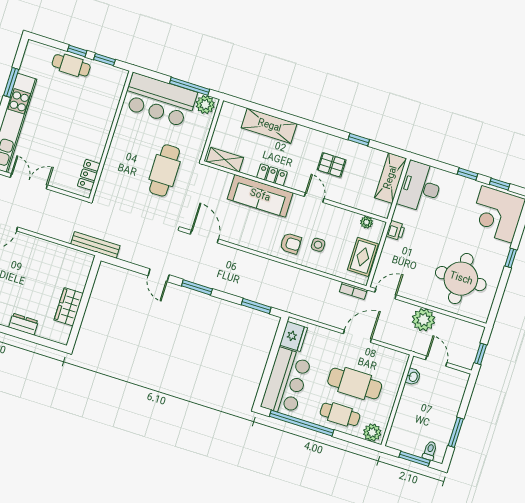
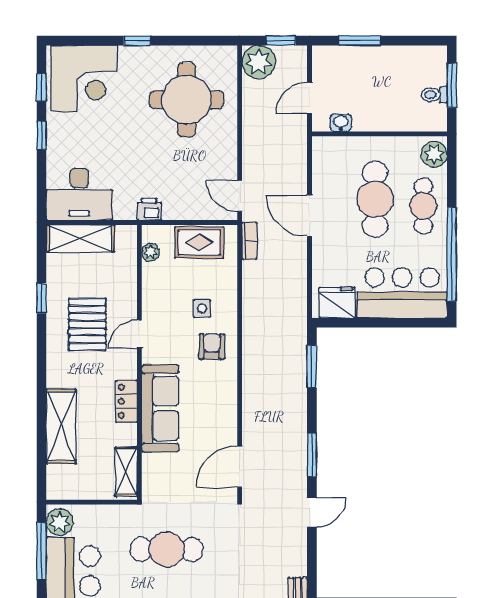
pallet: (332, 165) -> (87, 324), width x1.50, depth x1.42
plant: (424, 320) -> (259, 62), moved
window: (456, 432) -> (360, 41), moved
toilet: (430, 451) -> (434, 95), moved

